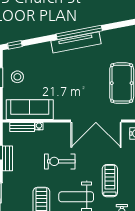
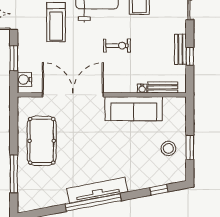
window: (15, 45) -> (159, 190), moved
sofa: (30, 110) -> (134, 109), moved
exercise bike: (60, 161) -> (117, 46), width x0.73, depth x0.72

